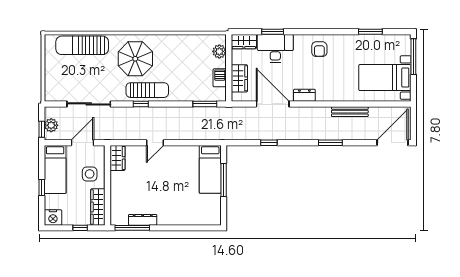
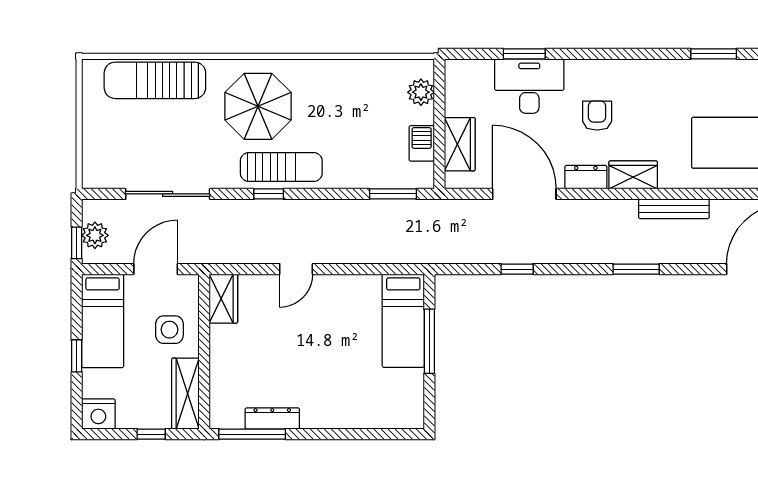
wardrobe: (244, 42) -> (633, 175), moved, turned 180
armchair: (319, 49) -> (597, 116), moved, turned 180

